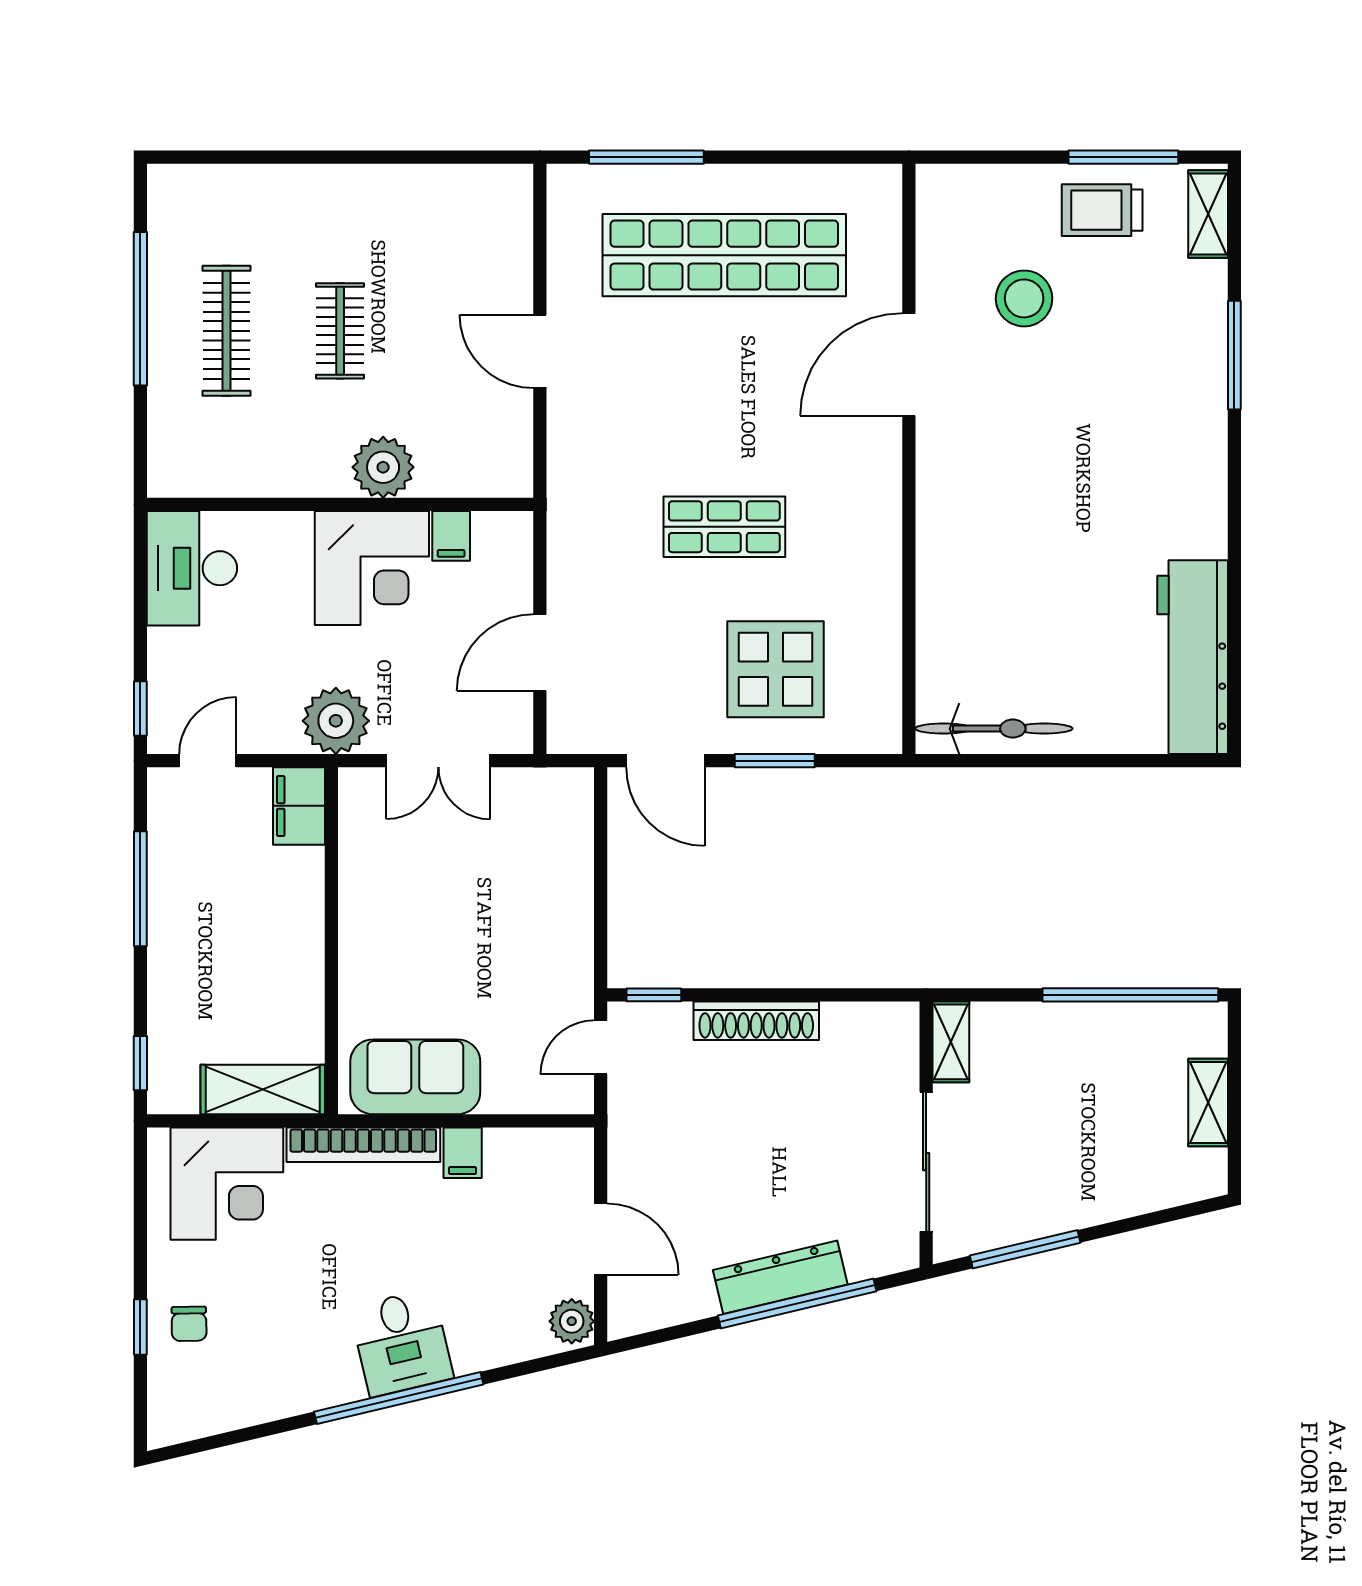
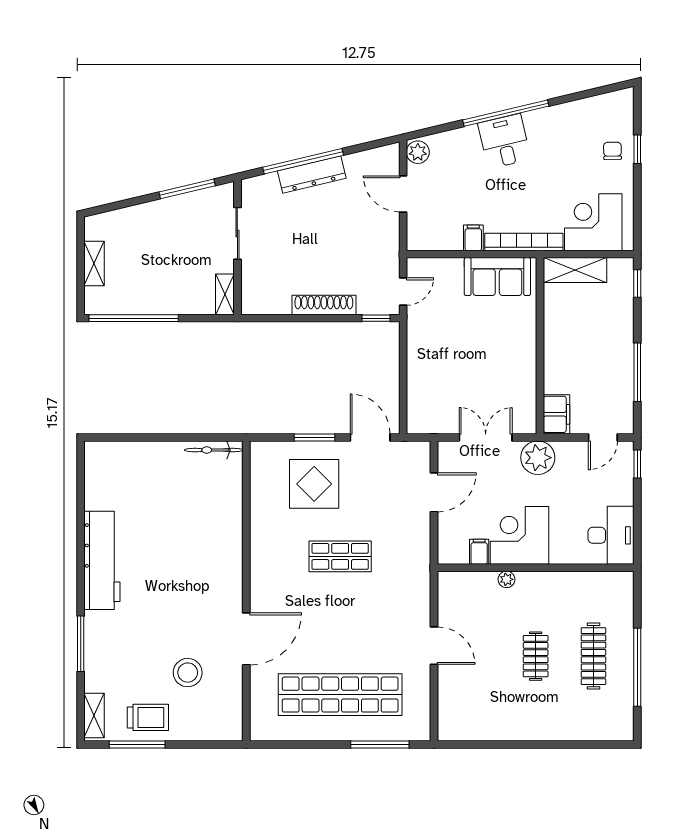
plant: (383, 467) -> (507, 579), width x0.53, depth x0.53
workbench: (1193, 657) -> (102, 560), moved
bicycle: (994, 729) -> (214, 450), width x0.73, depth x0.71
sliding door: (926, 1162) -> (237, 233), width x0.73

